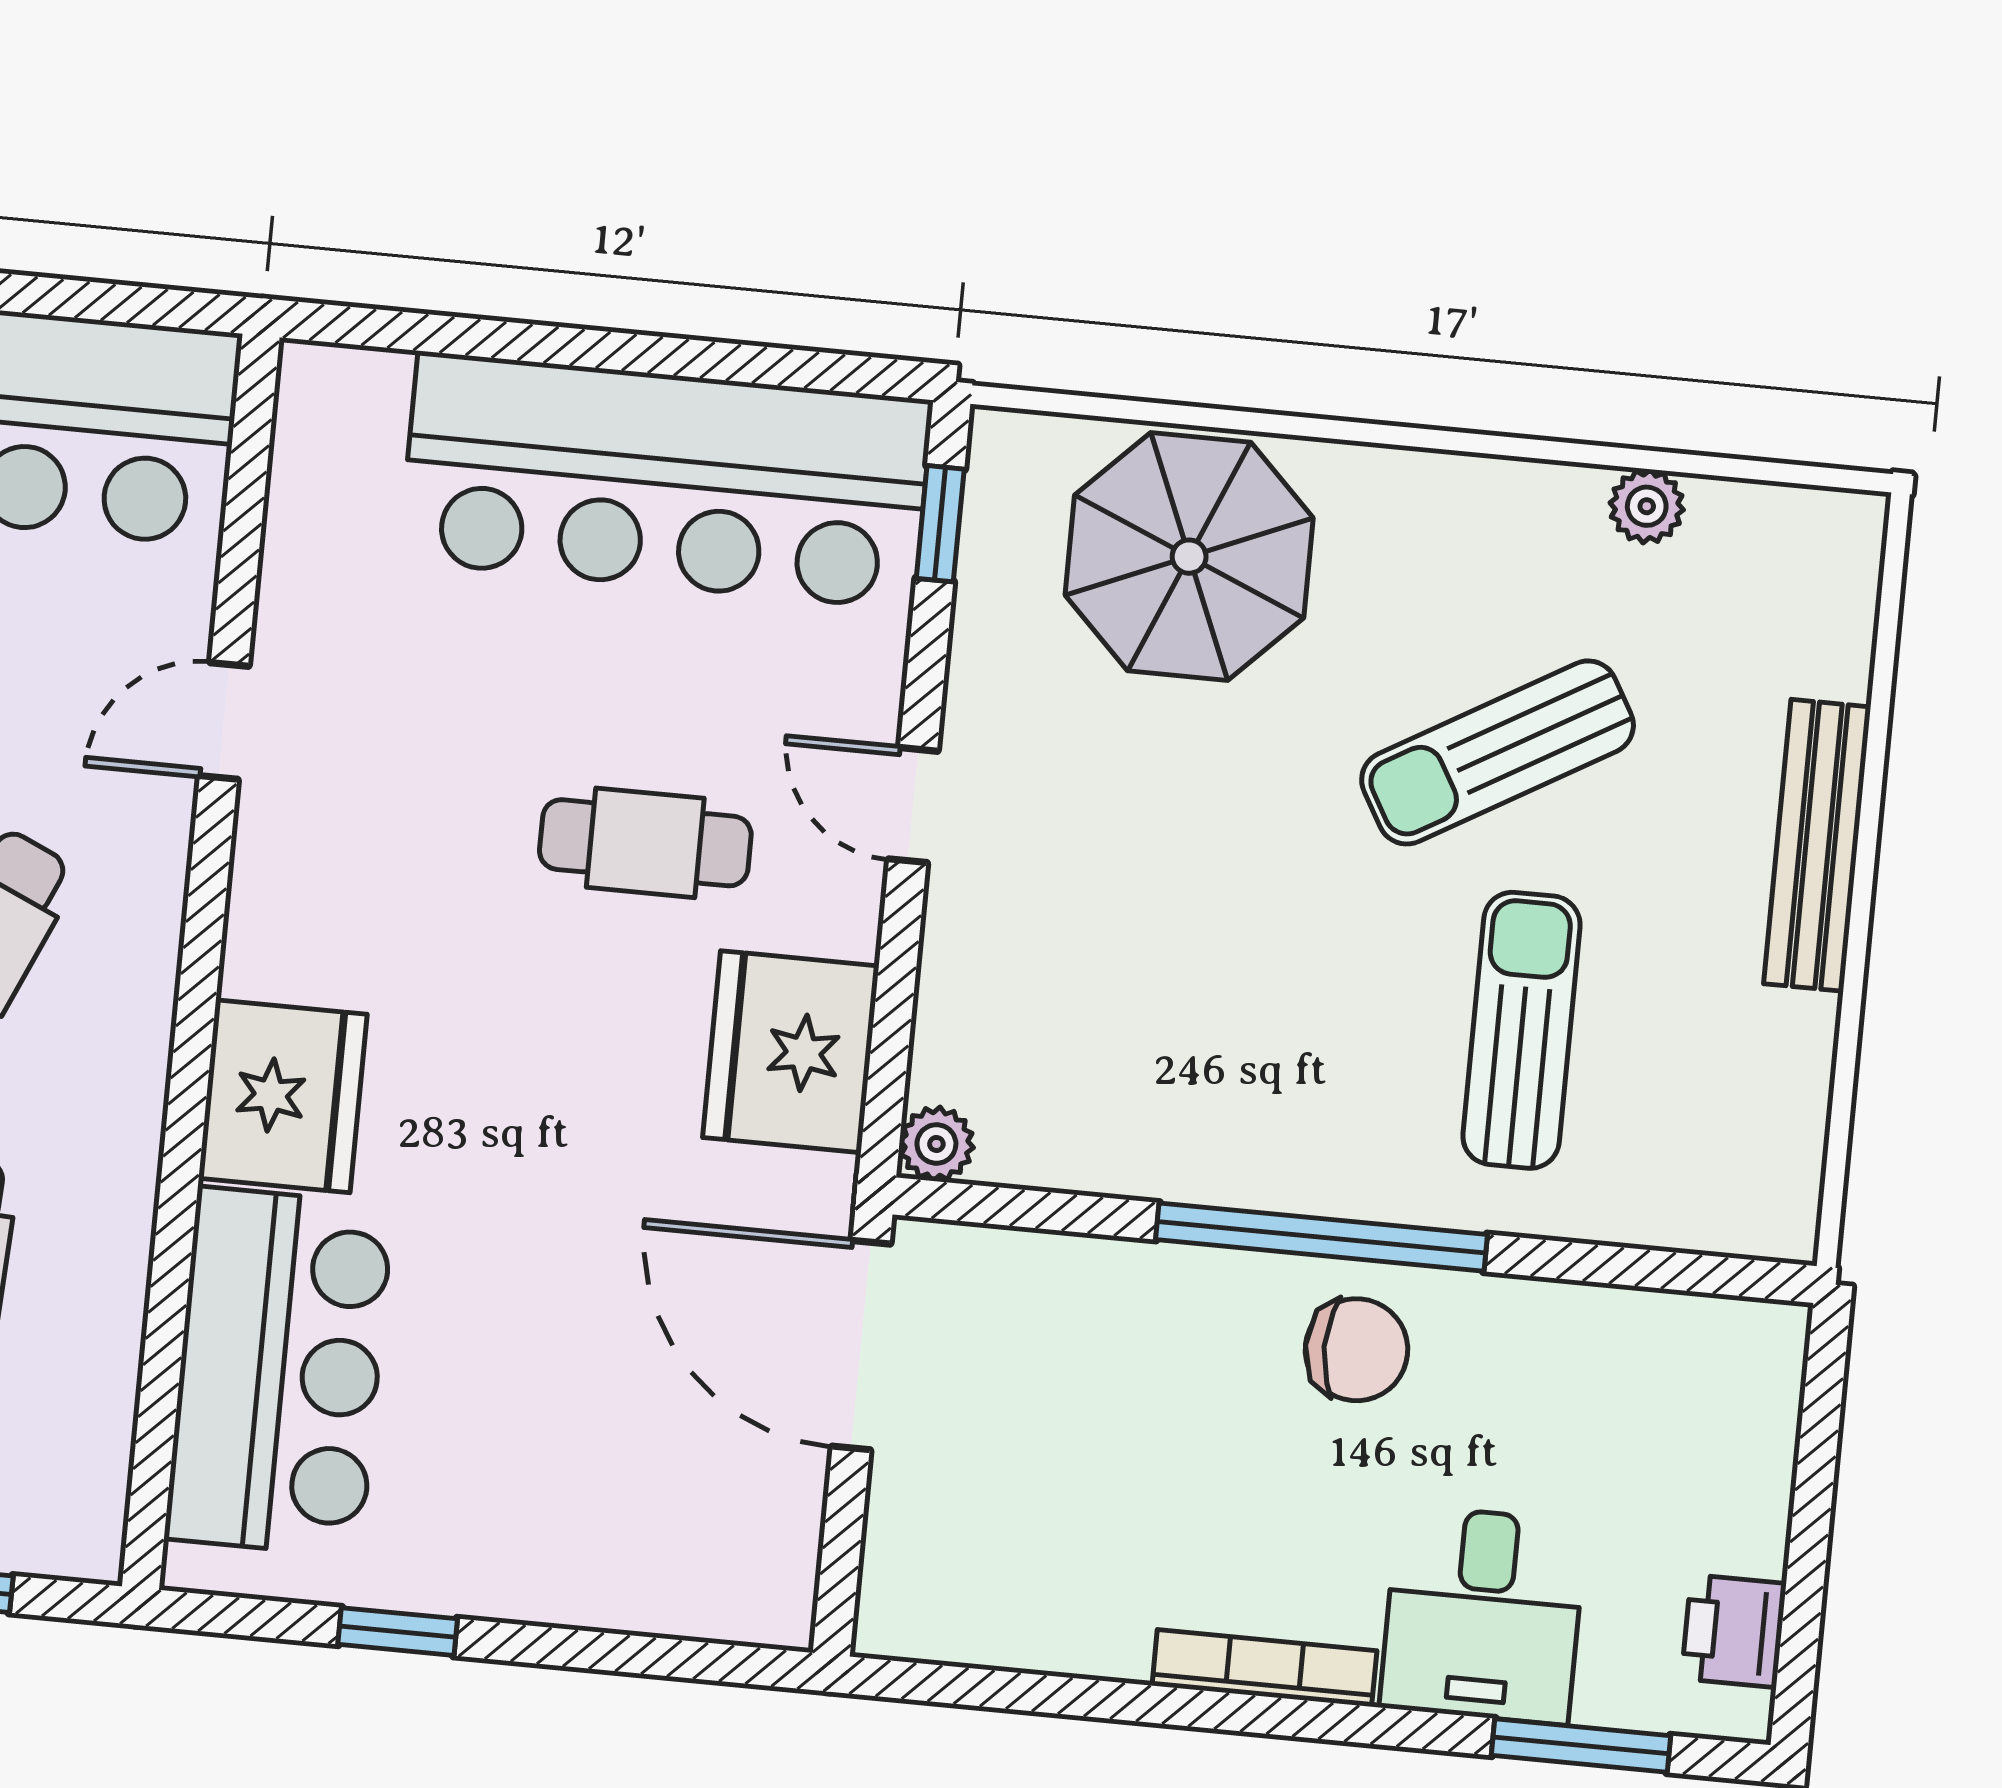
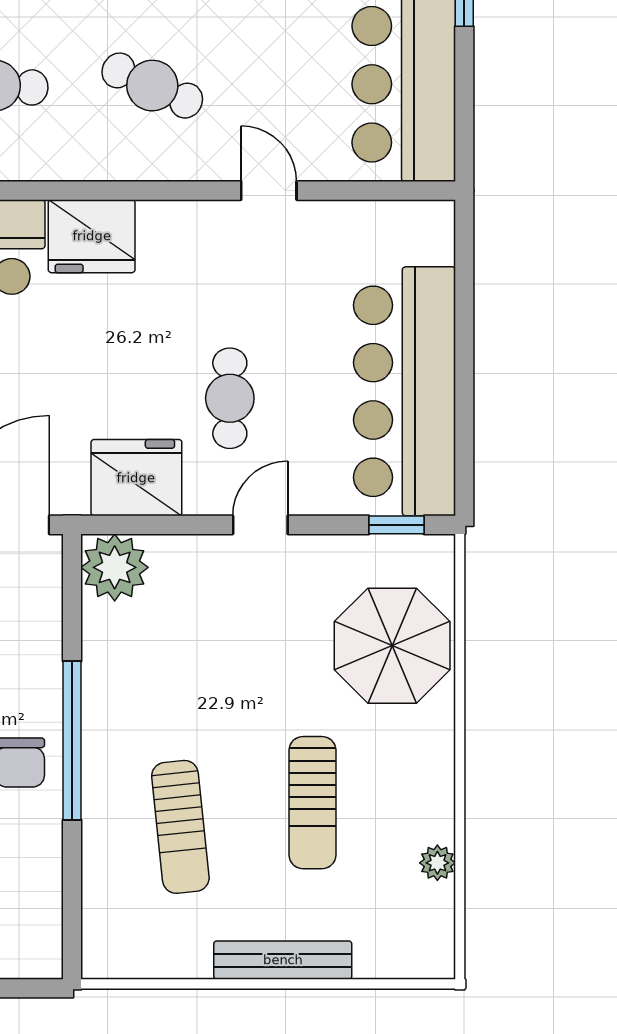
sun lounger: (1498, 752) -> (312, 803), turned -150
sun lounger: (1521, 1030) -> (180, 827), turned 84
plant: (936, 1144) -> (115, 567), width x1.87, depth x1.87

